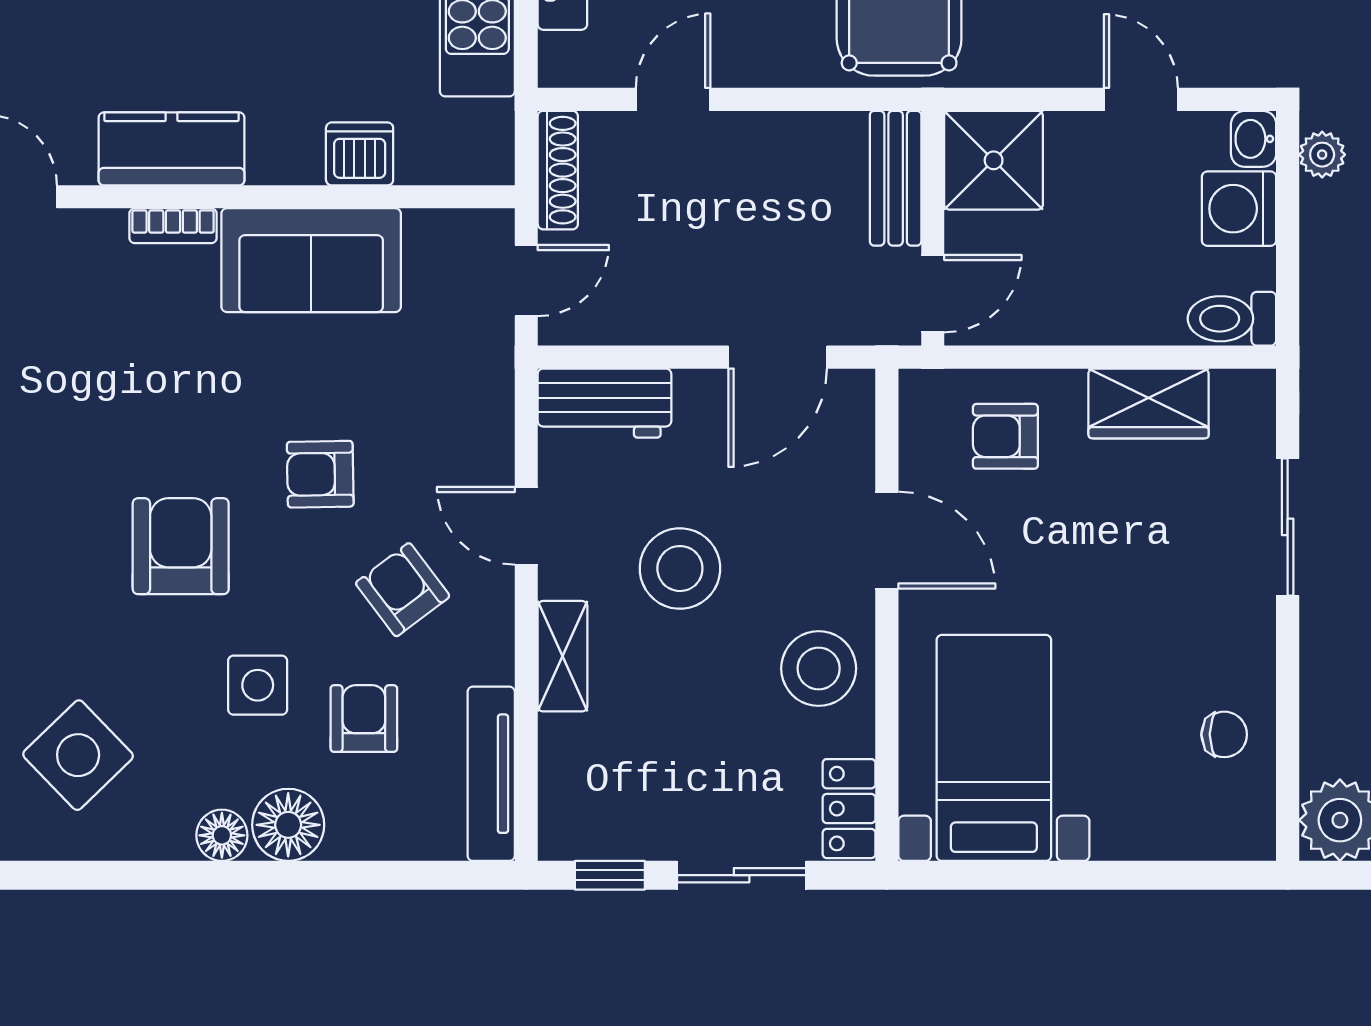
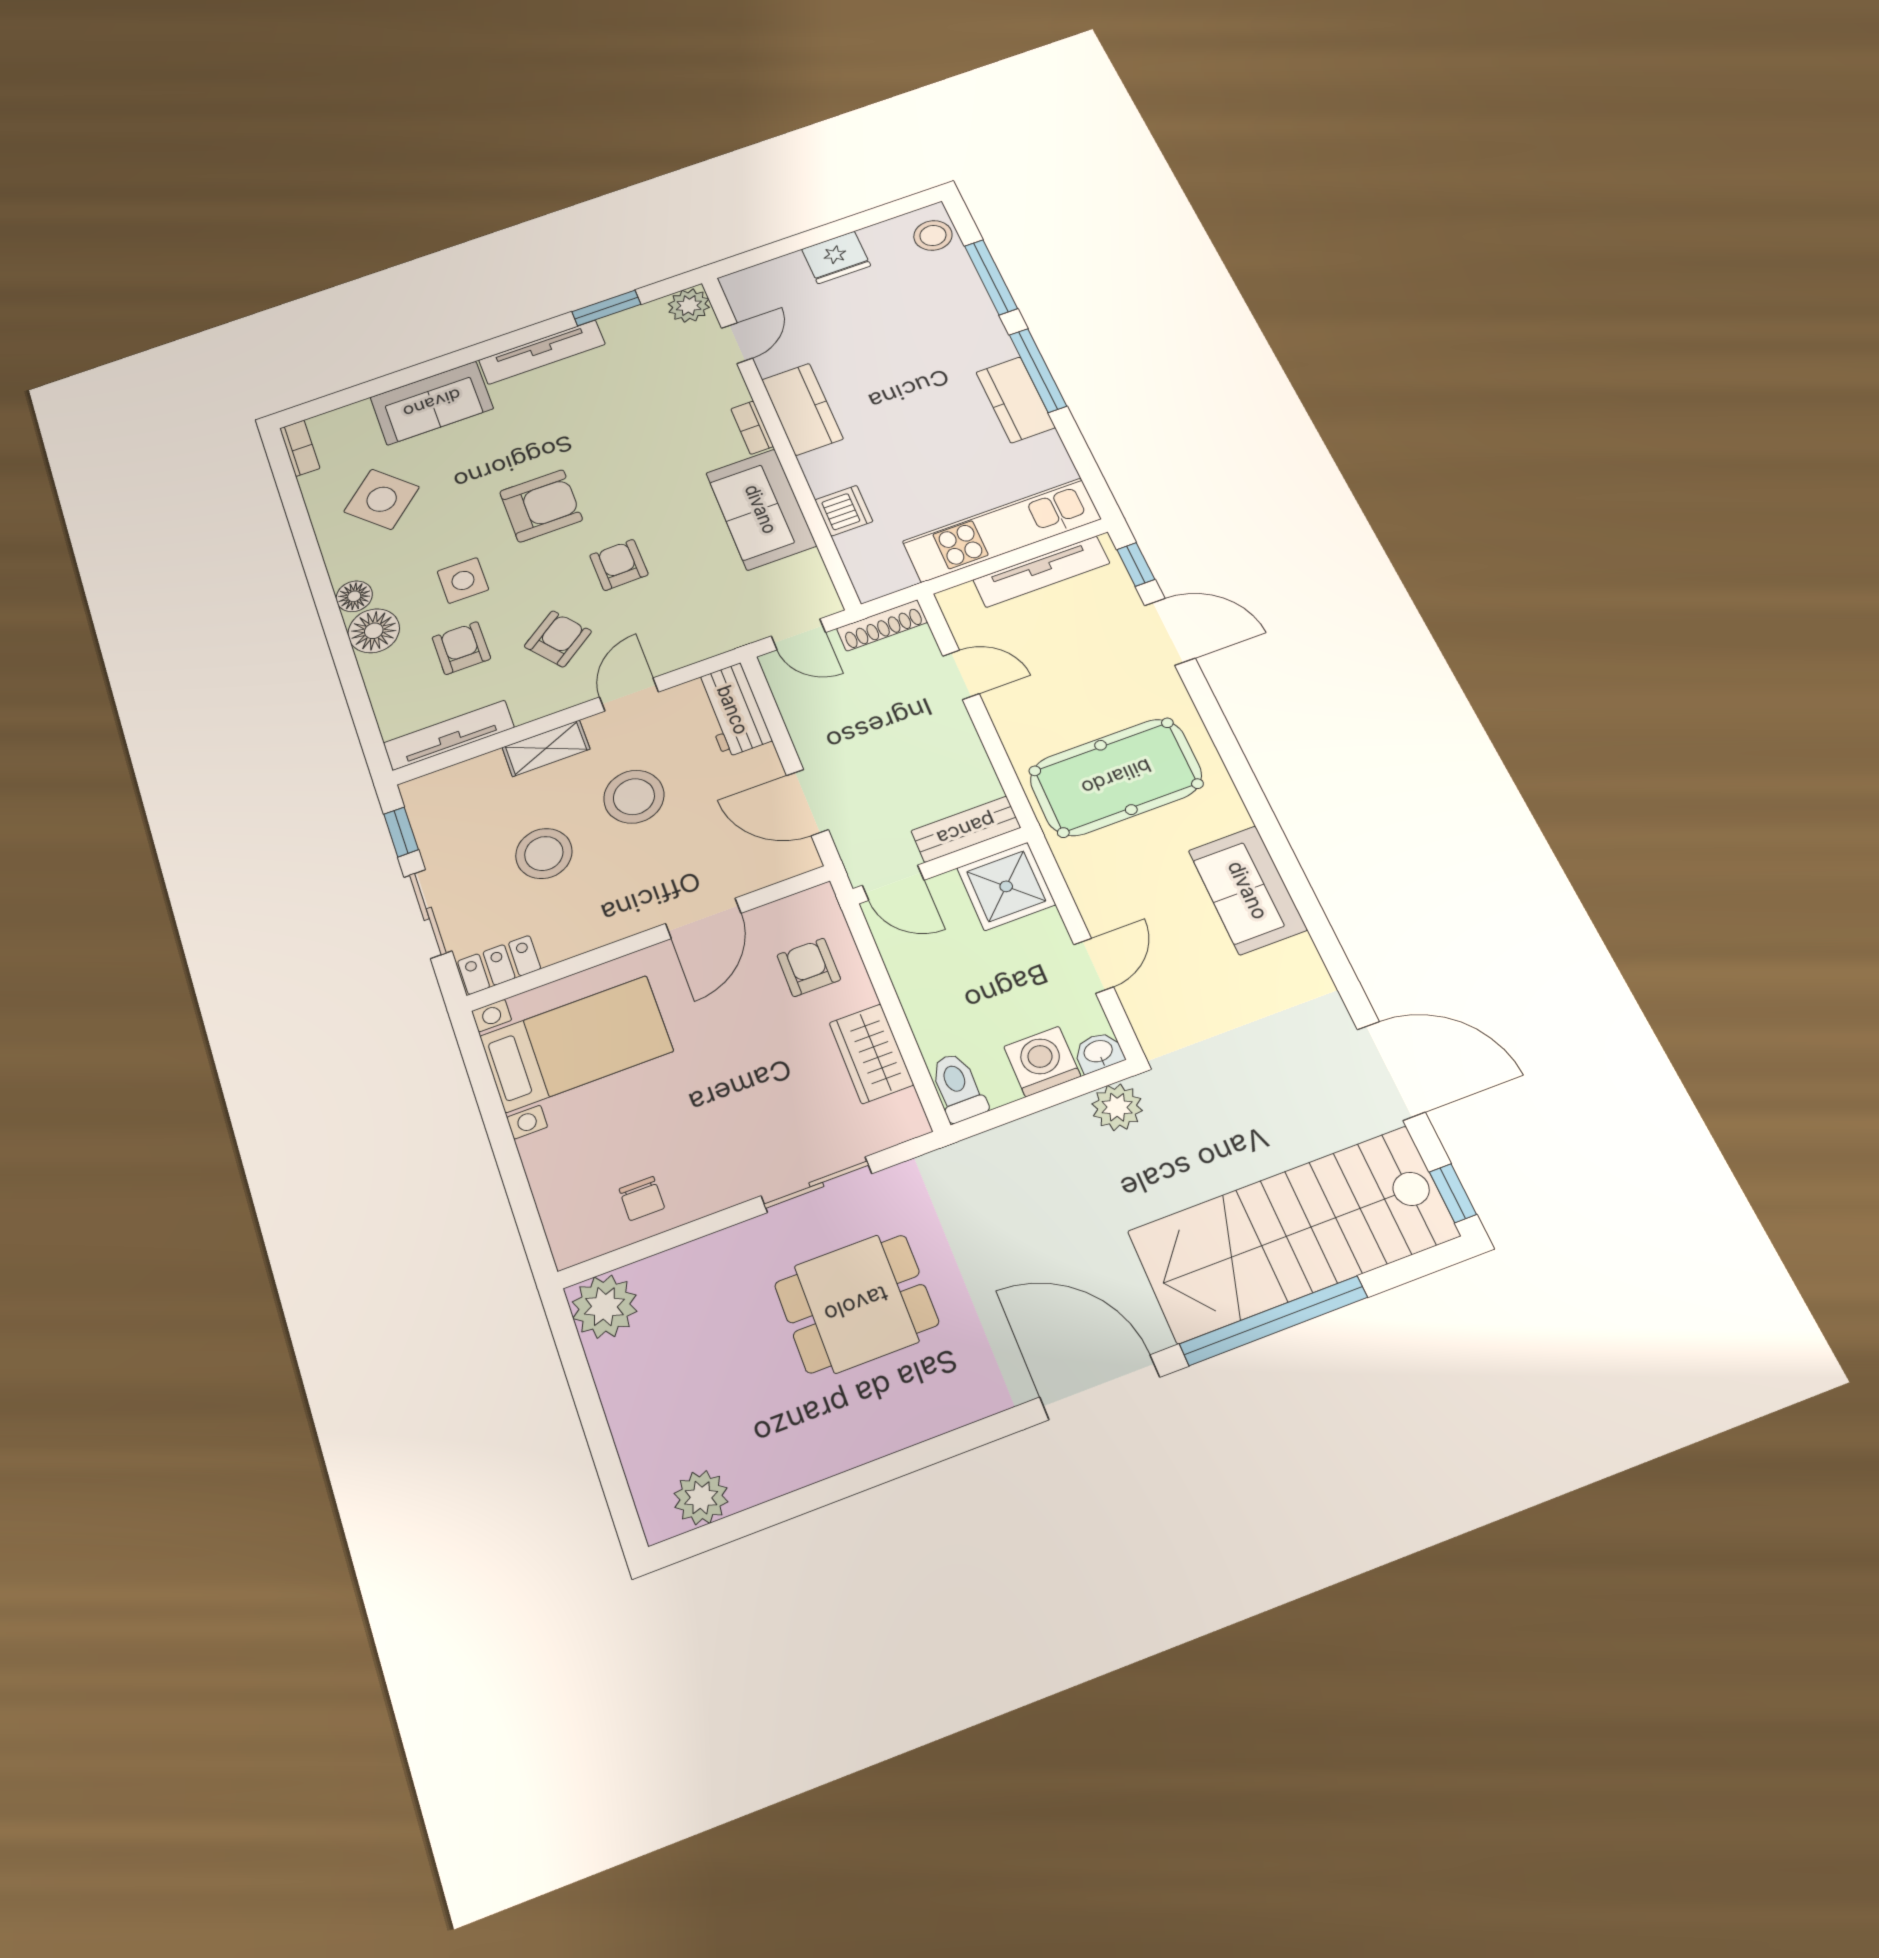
plant: (1322, 155) -> (1117, 1107), width x1.38, depth x1.38
stool: (819, 668) -> (544, 854), moved
armchair: (364, 719) -> (461, 648), turned -90

